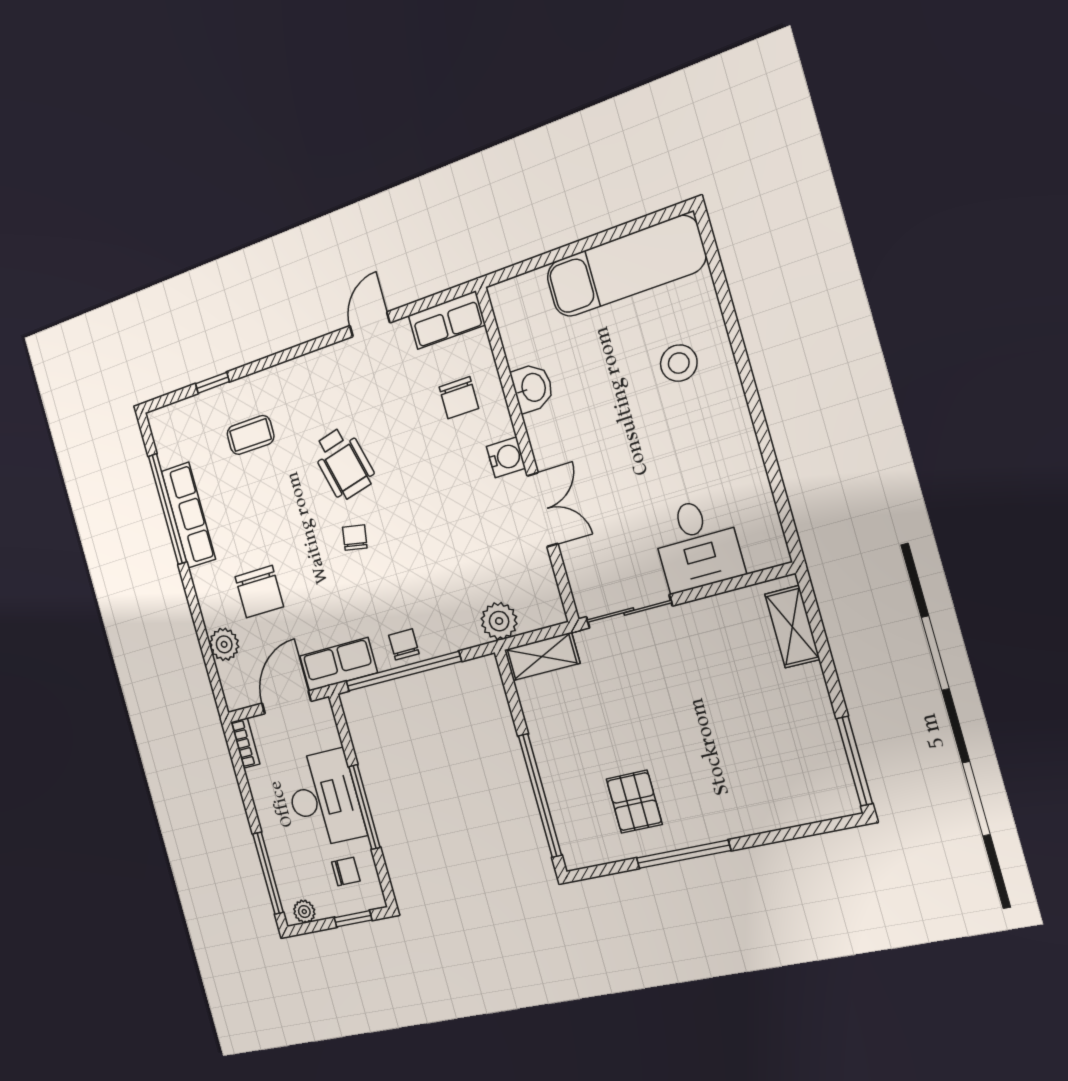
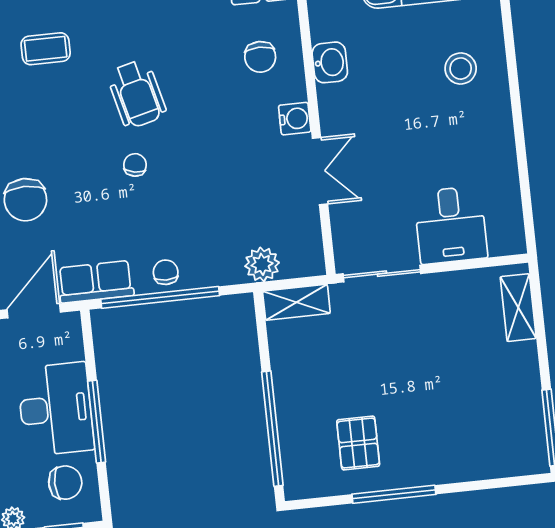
chair: (346, 872) -> (65, 483), width x1.37, depth x1.37

